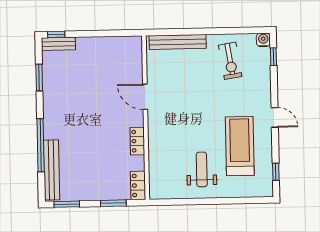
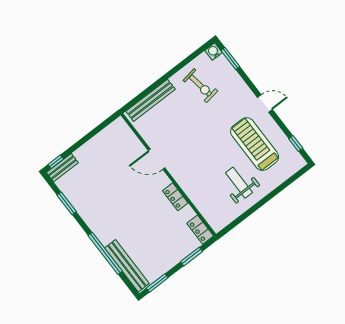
window: (273, 57) -> (230, 59), width x1.50

